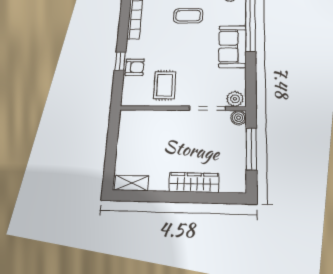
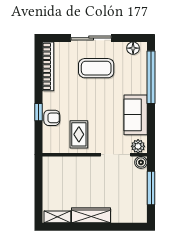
coffee table: (188, 16) -> (96, 68), width x1.36, depth x1.32
sofa: (232, 47) -> (136, 115), moved
wardrobe: (194, 182) -> (91, 215), moved

